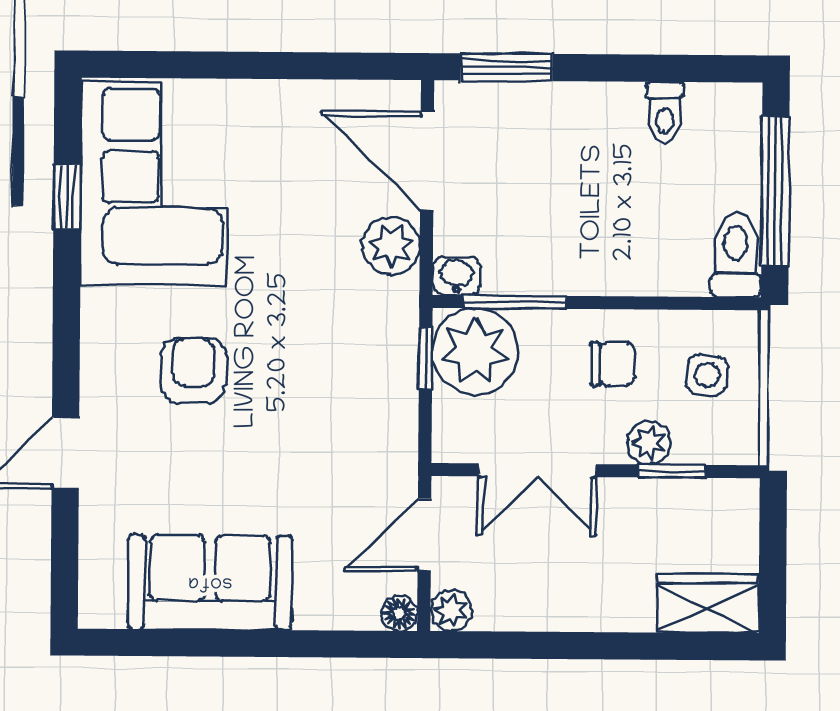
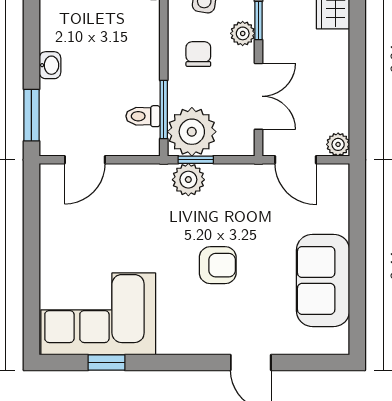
toilet: (665, 112) -> (143, 116), moved, turned 180
door: (427, 161) -> (85, 160), width x0.73
plant: (391, 246) -> (188, 180), moved
washbasin: (456, 276) -> (50, 65), moved, turned 180
armchair: (193, 370) -> (218, 265), moved, turned 180
floor lamp: (399, 613) -> (340, 173), removed

